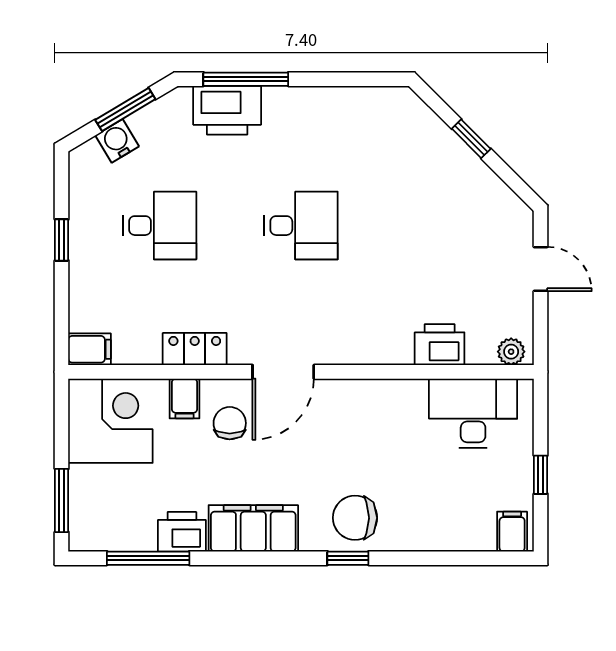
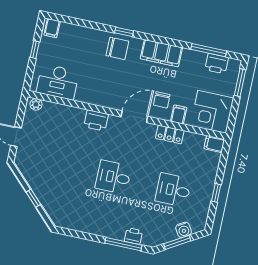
printer: (227, 110) -> (133, 236), width x0.53, depth x0.68
printer: (440, 345) -> (96, 120), moved
printer: (182, 532) -> (217, 64), moved

